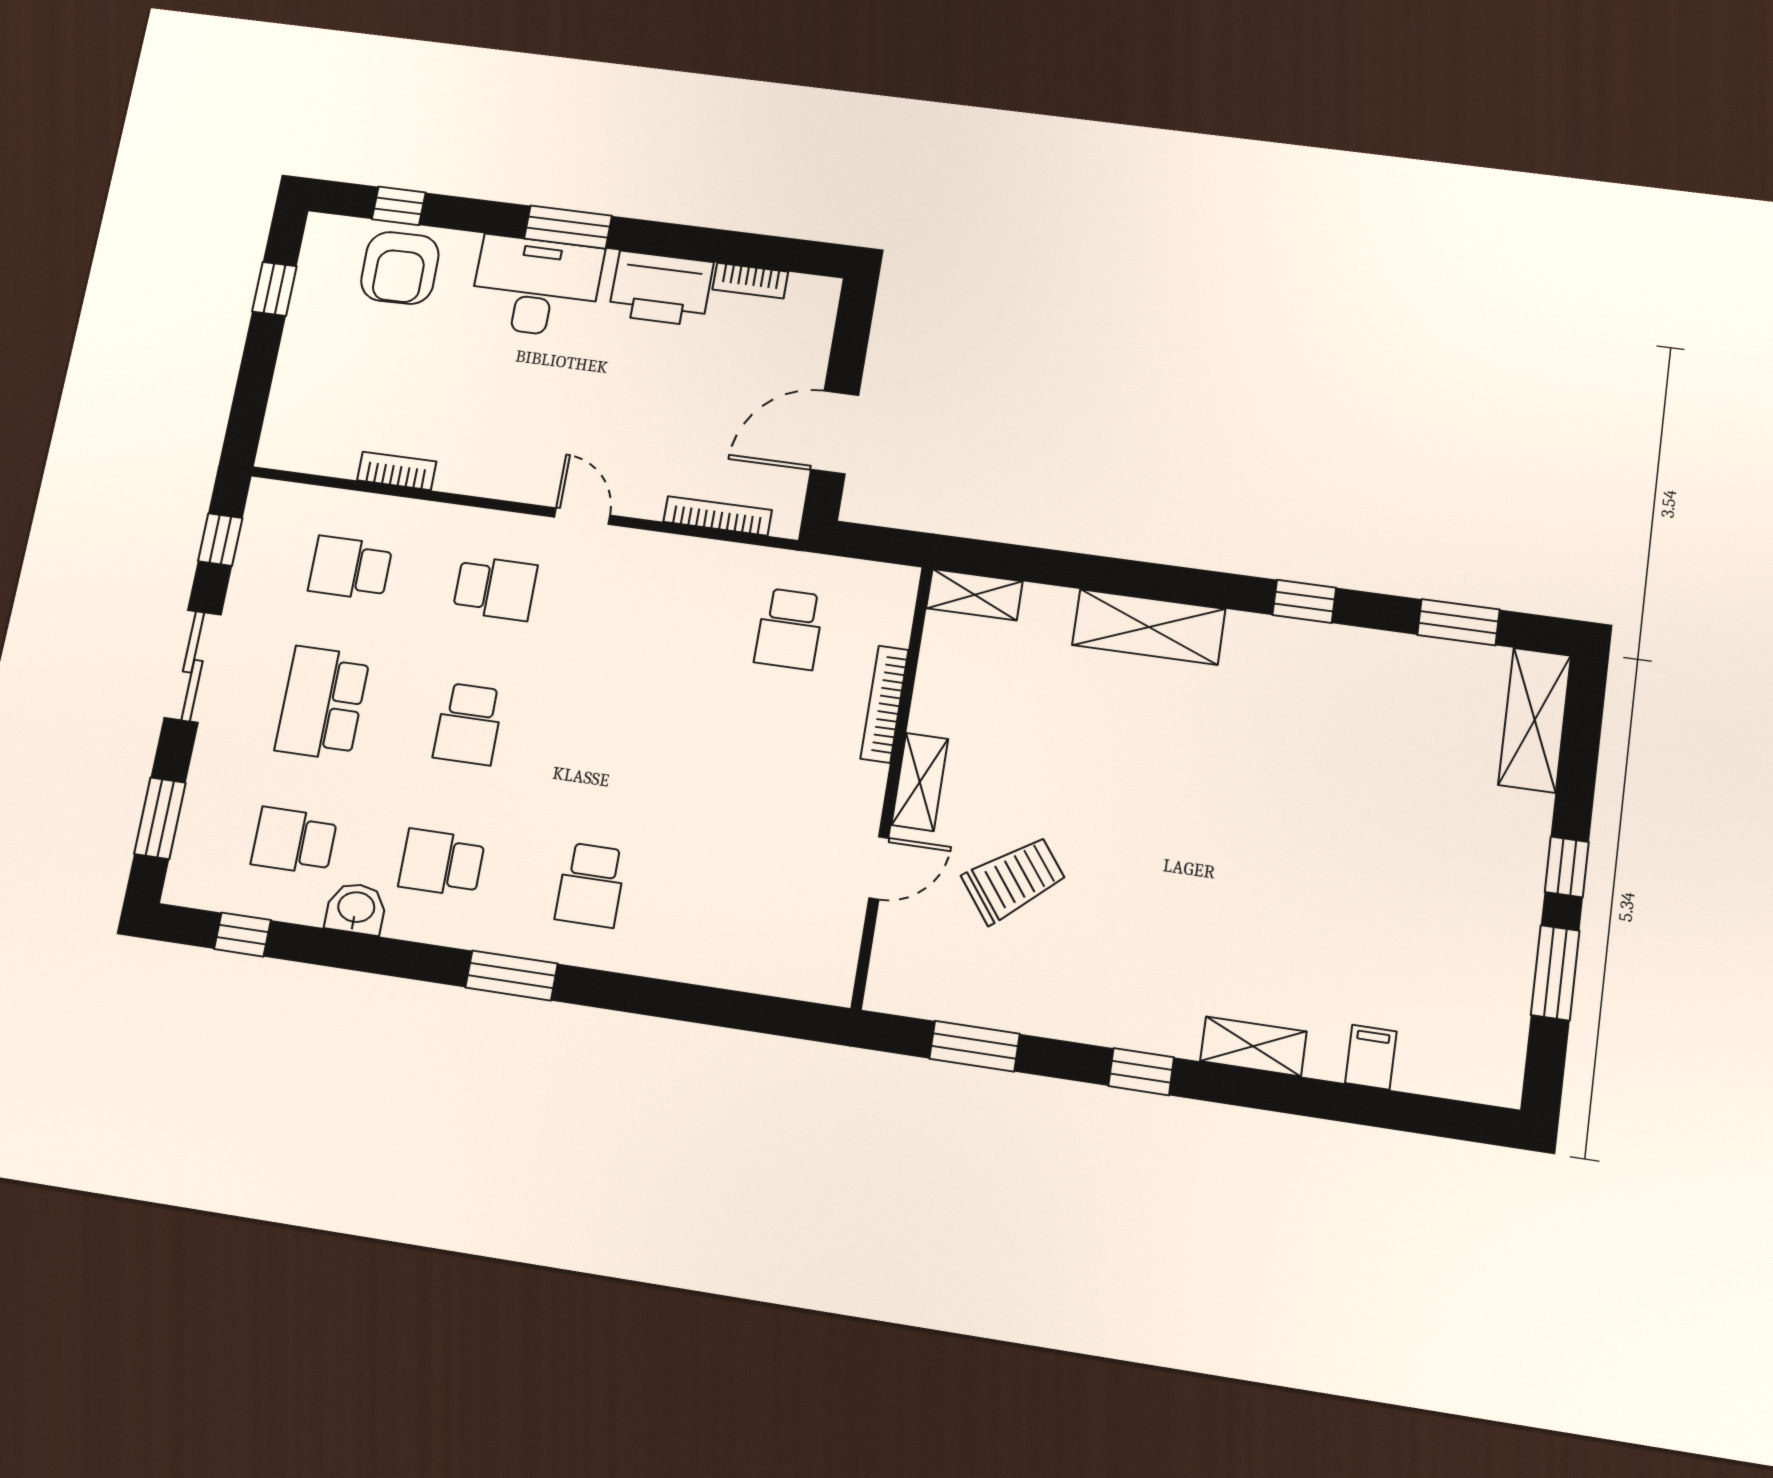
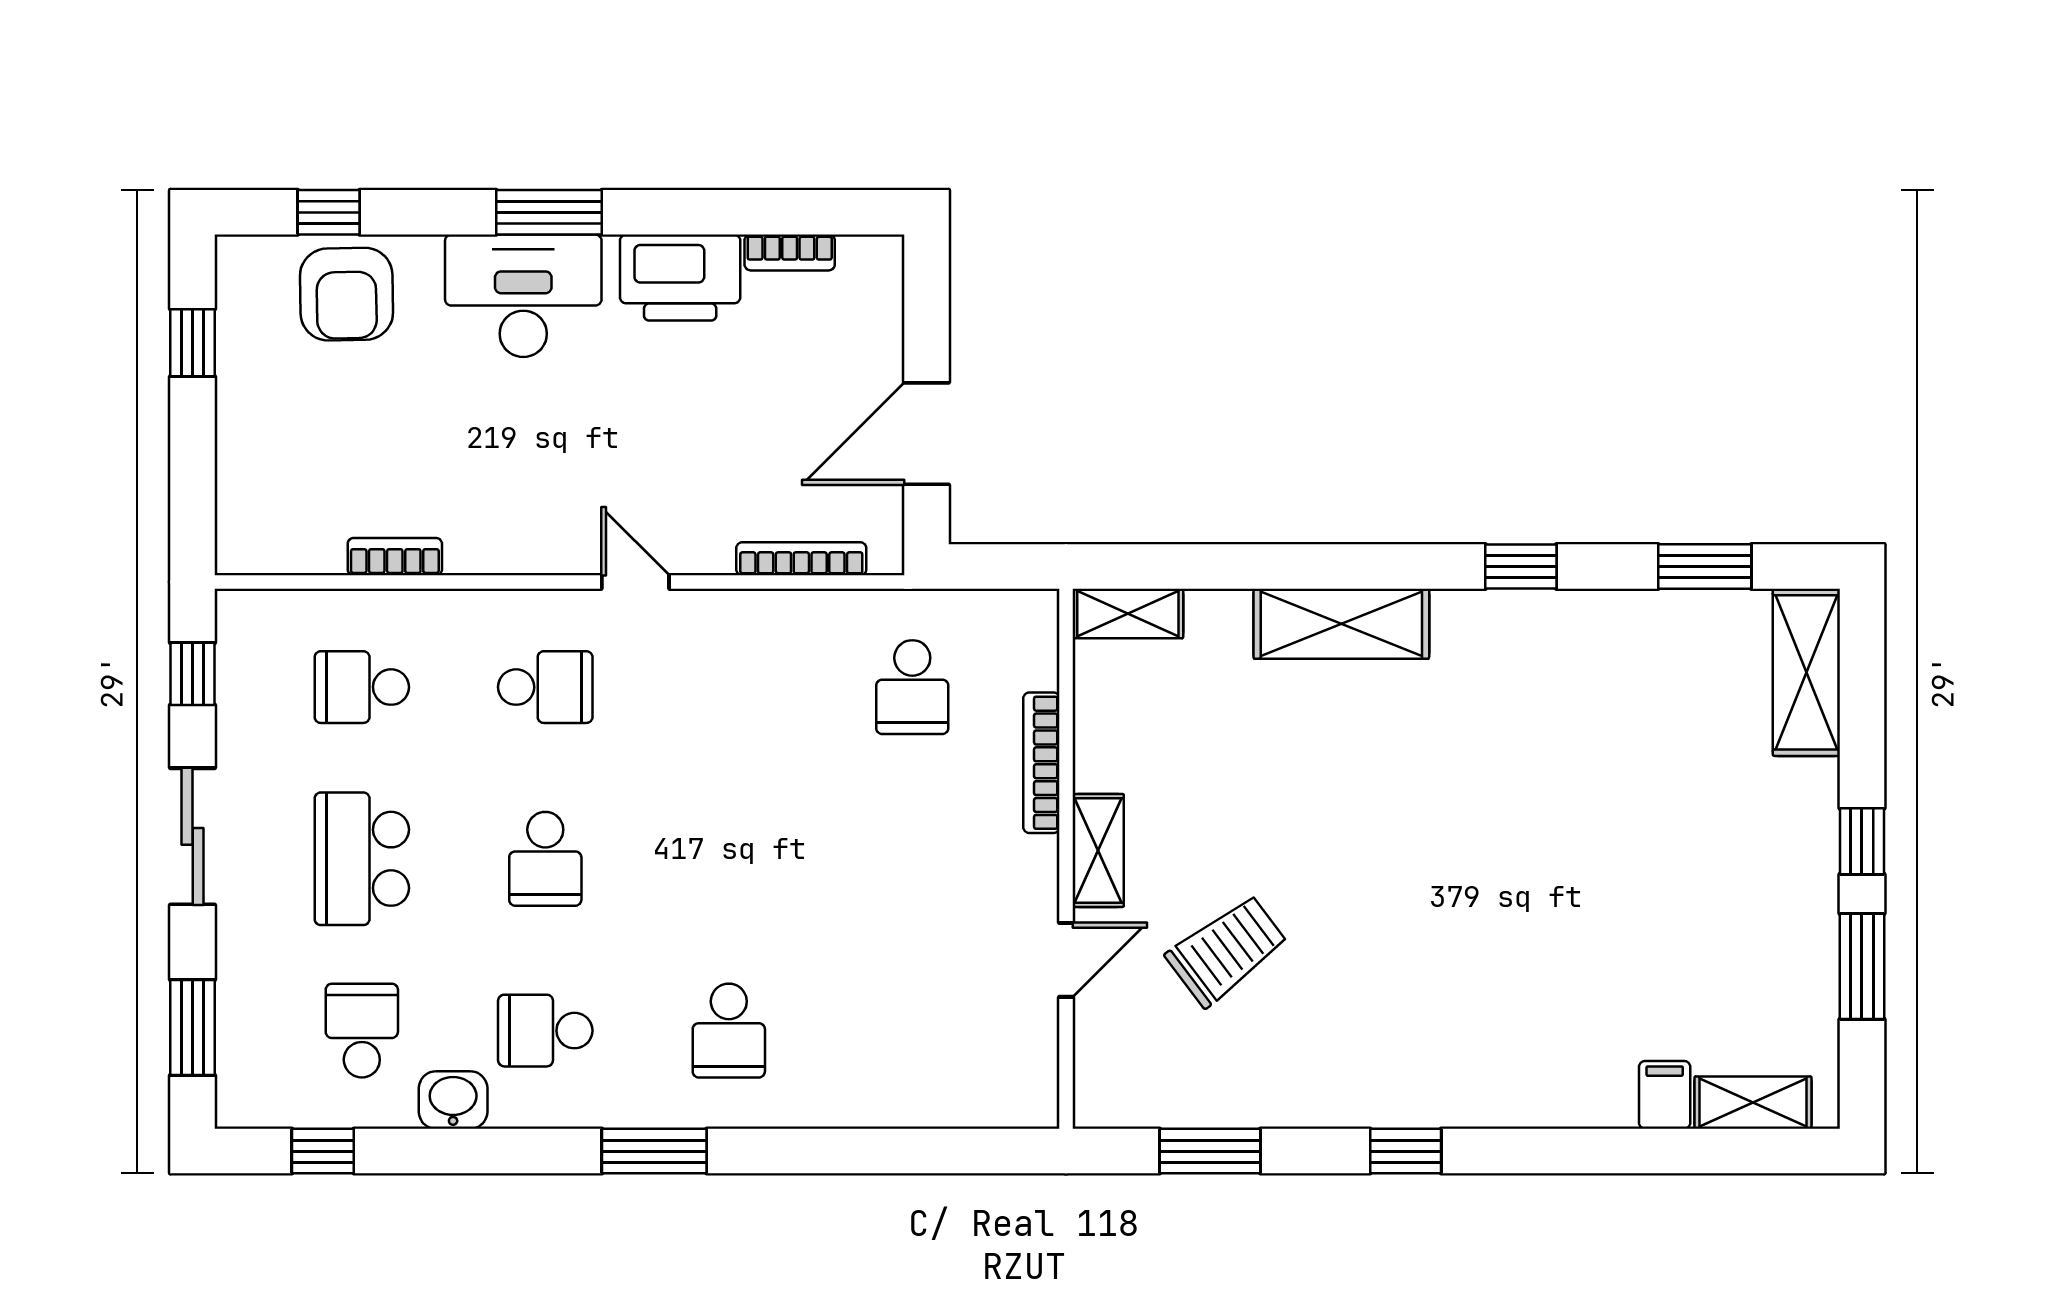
school desk: (294, 841) -> (362, 1031), turned 90
shelving: (1253, 1046) -> (1753, 1103), moved

